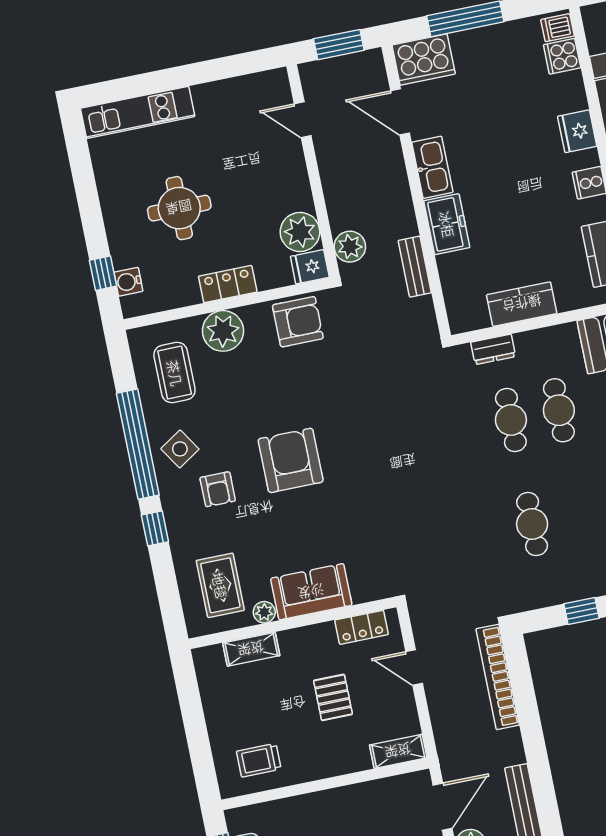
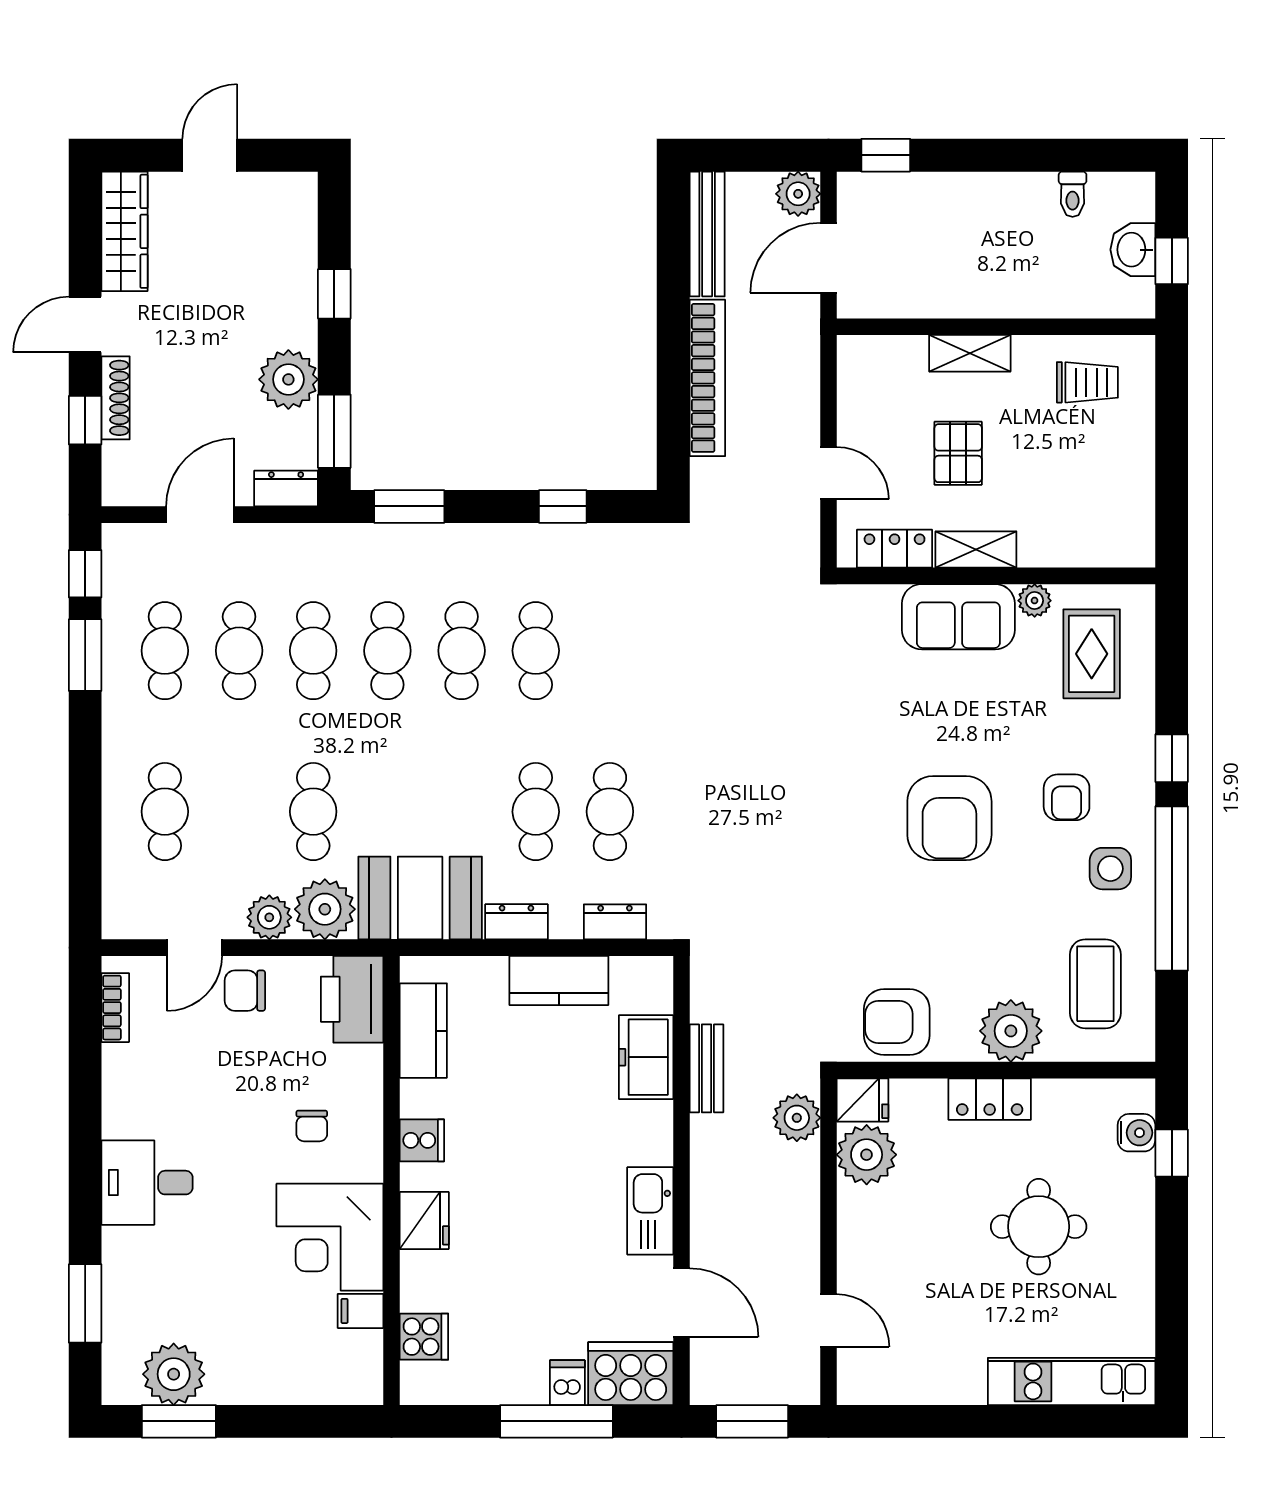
dishwasher: (558, 28) -> (567, 1383), moved, turned -90
freezer: (447, 224) -> (646, 1057), moved
dresser: (557, 336) -> (516, 922), added
side table: (180, 449) -> (1110, 869), turned 33
armchair: (218, 489) -> (1067, 797), turned 180
cafe table: (532, 524) -> (536, 651), moved
shelving: (251, 649) -> (976, 550), moved
bookcase: (498, 677) -> (707, 378), moved
shelving: (398, 751) -> (970, 353), moved

